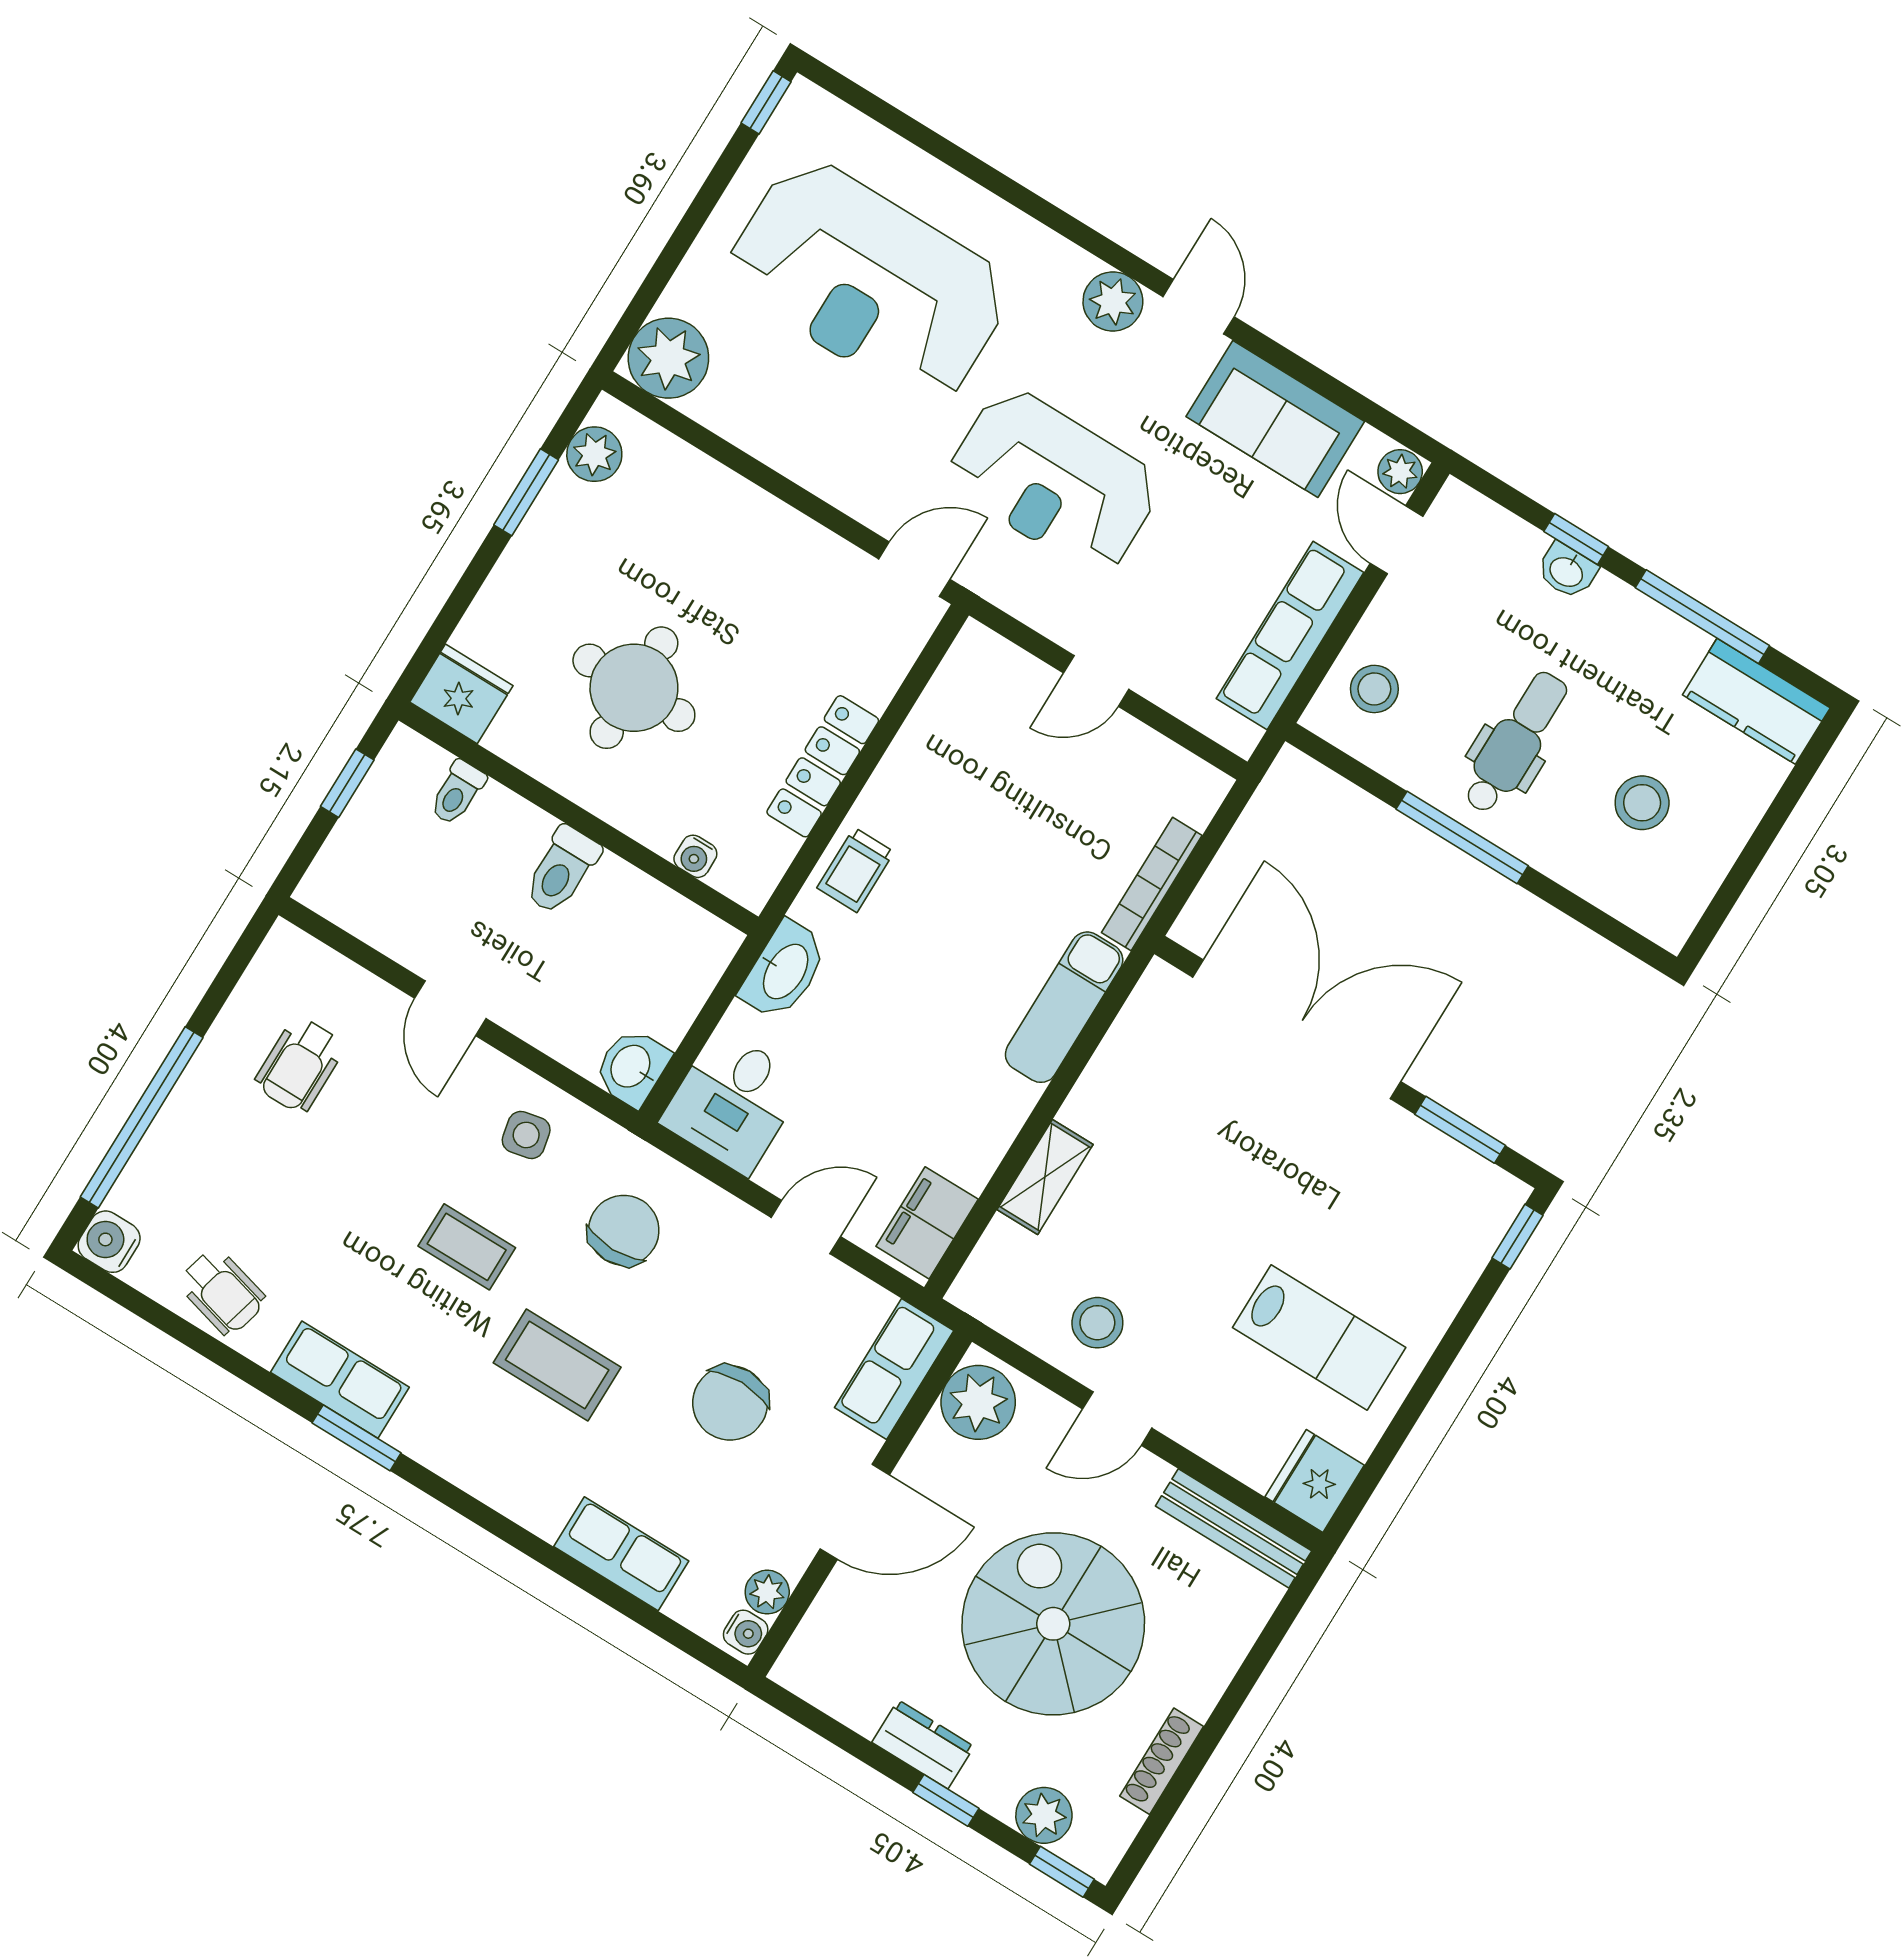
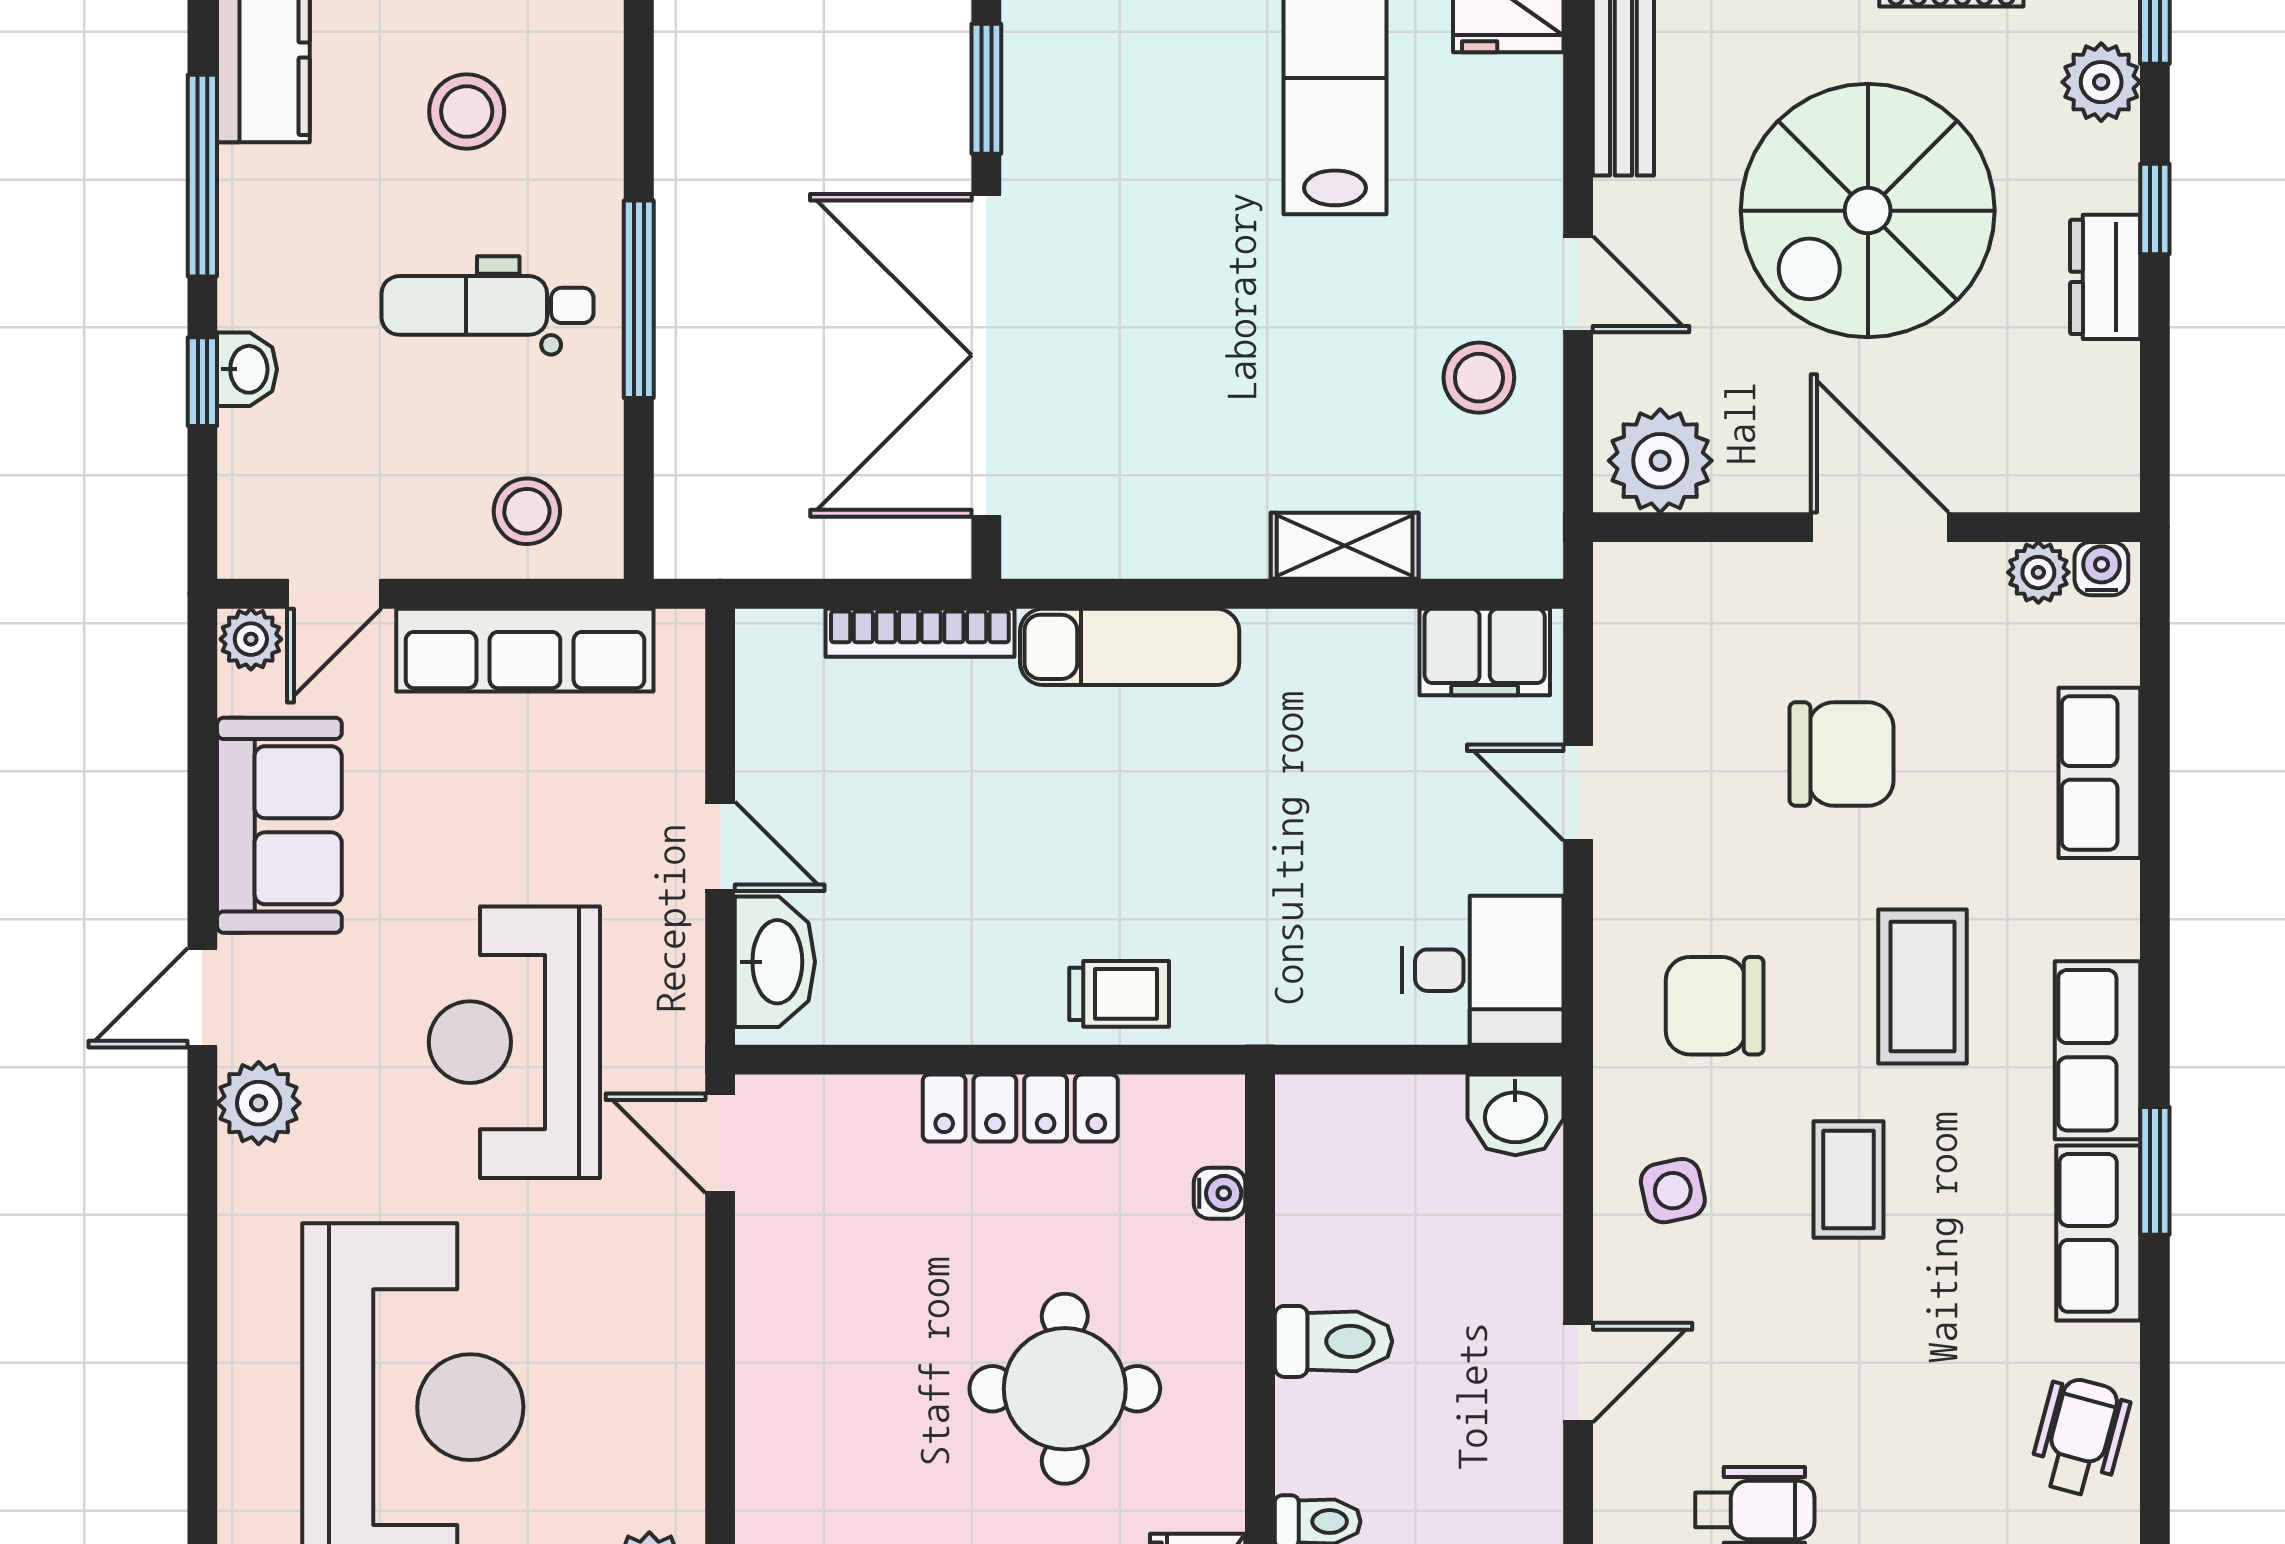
reception desk: (1054, 481) -> (514, 1042), turned 180
washbasin: (784, 971) -> (775, 962), moved, turned 90
row of seats: (894, 1369) -> (2098, 1050), moved, turned 90

